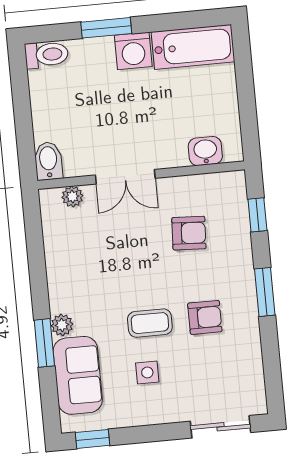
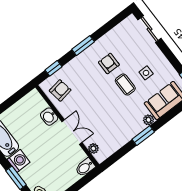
washbasin: (205, 151) -> (49, 117), moved
armchair: (189, 233) -> (60, 90), moved, turned 78
window: (44, 343) -> (143, 136), moved

